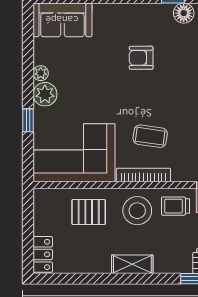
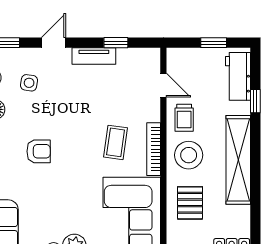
armchair: (141, 58) -> (39, 151), turned -90
shelving: (132, 264) -> (238, 160), width x2.20, depth x1.33

